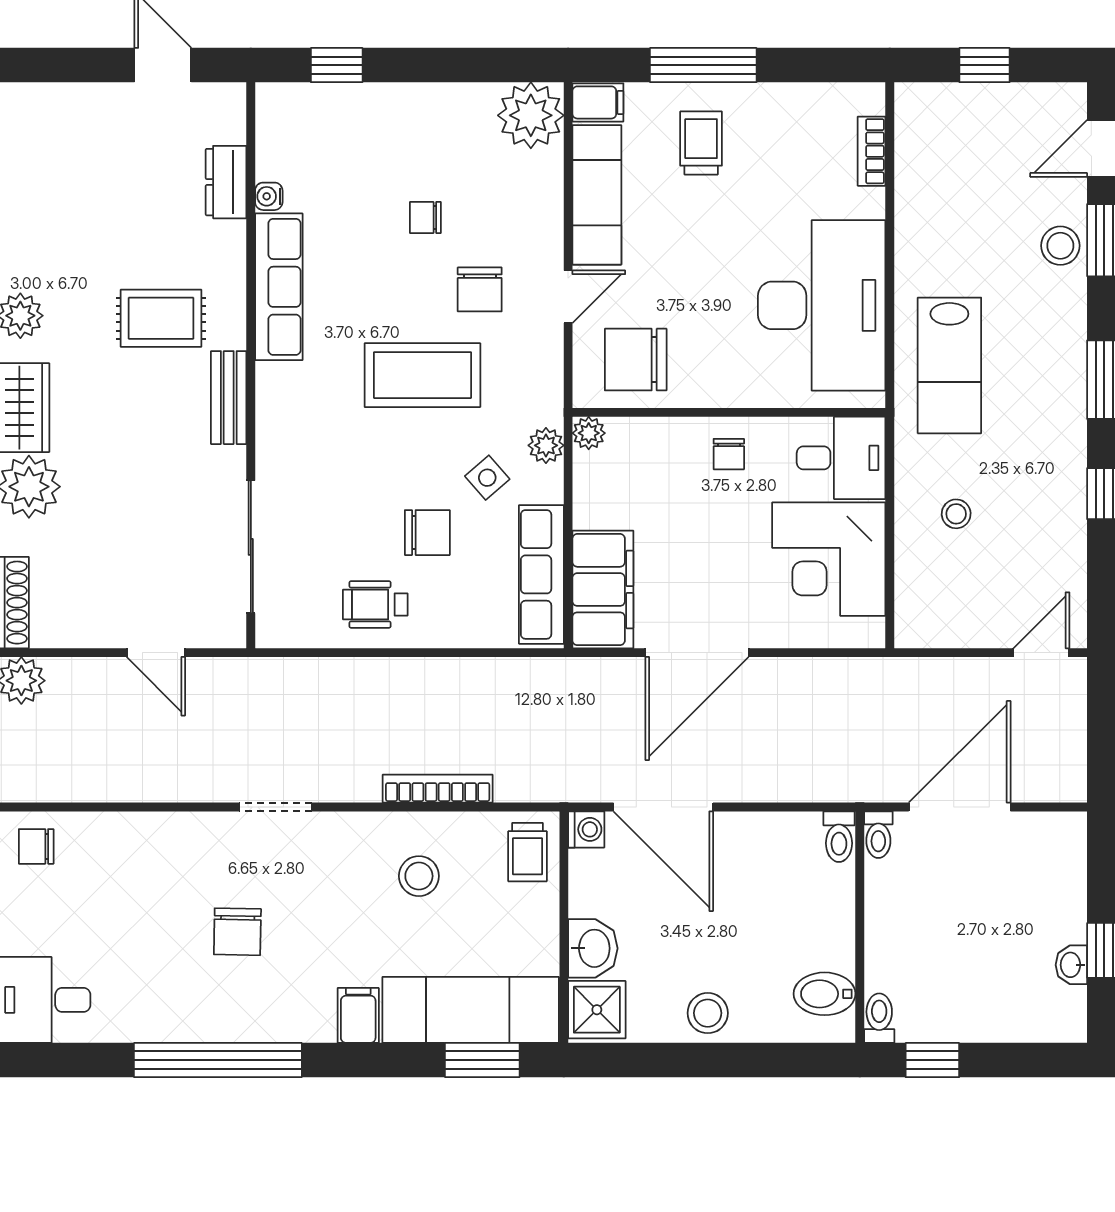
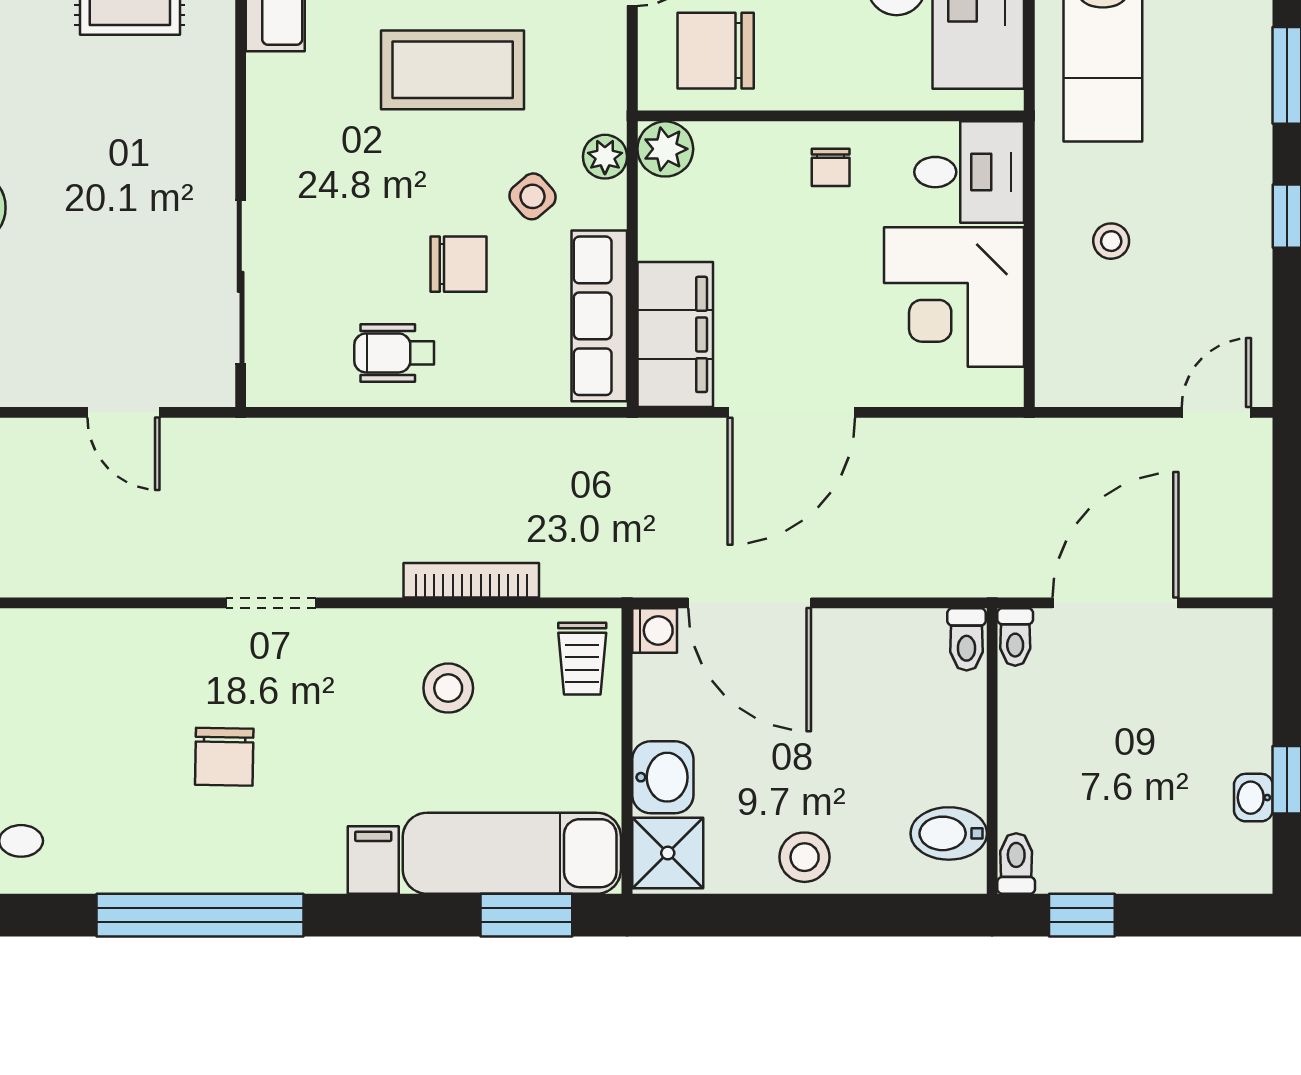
bench: (229, 398) -> (213, 98), removed
plant: (589, 433) -> (665, 149), width x1.38, depth x1.38

